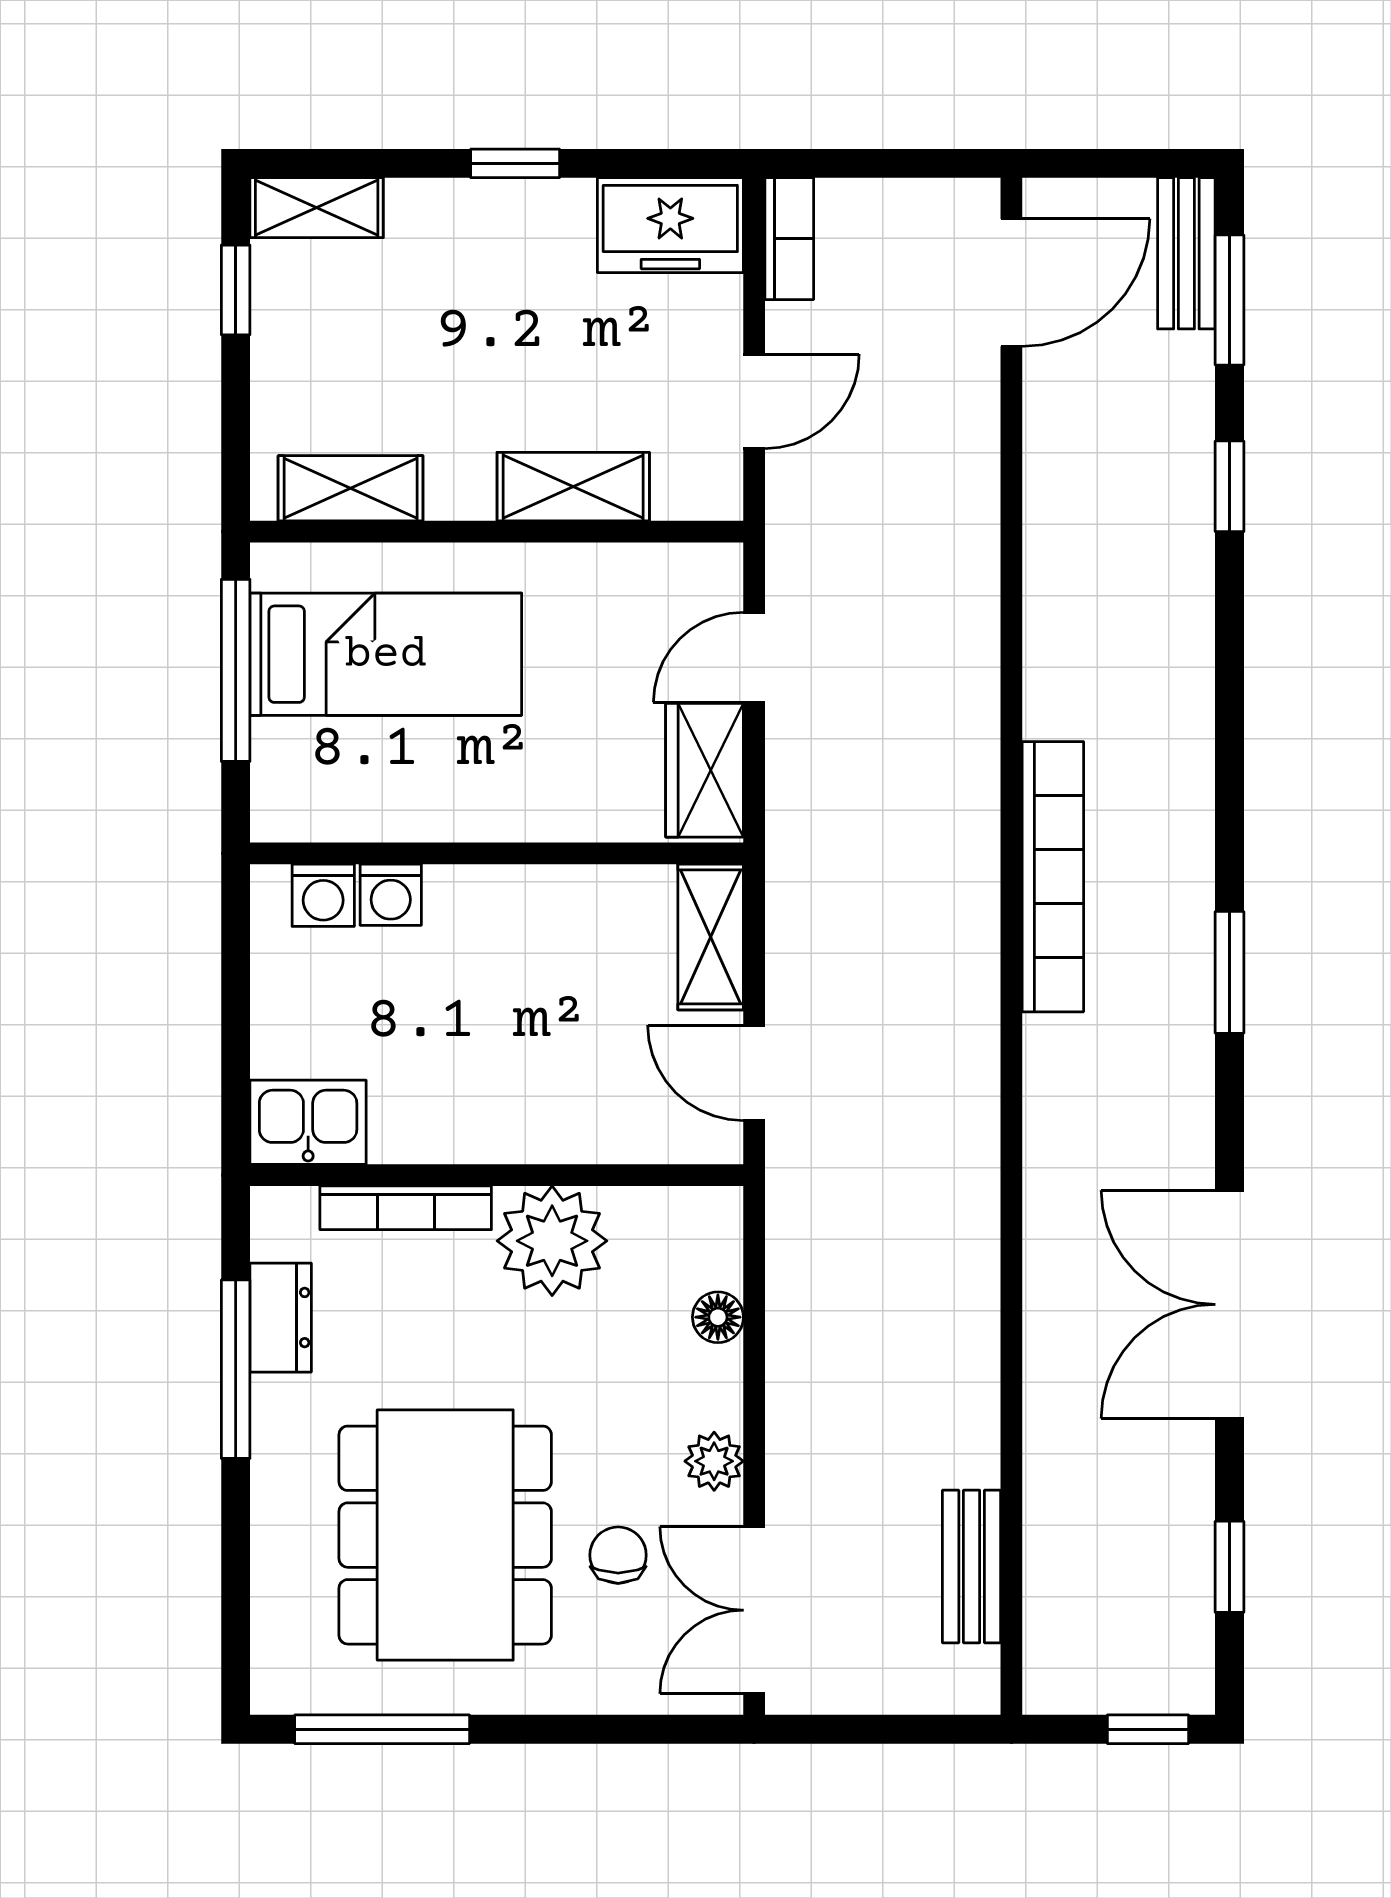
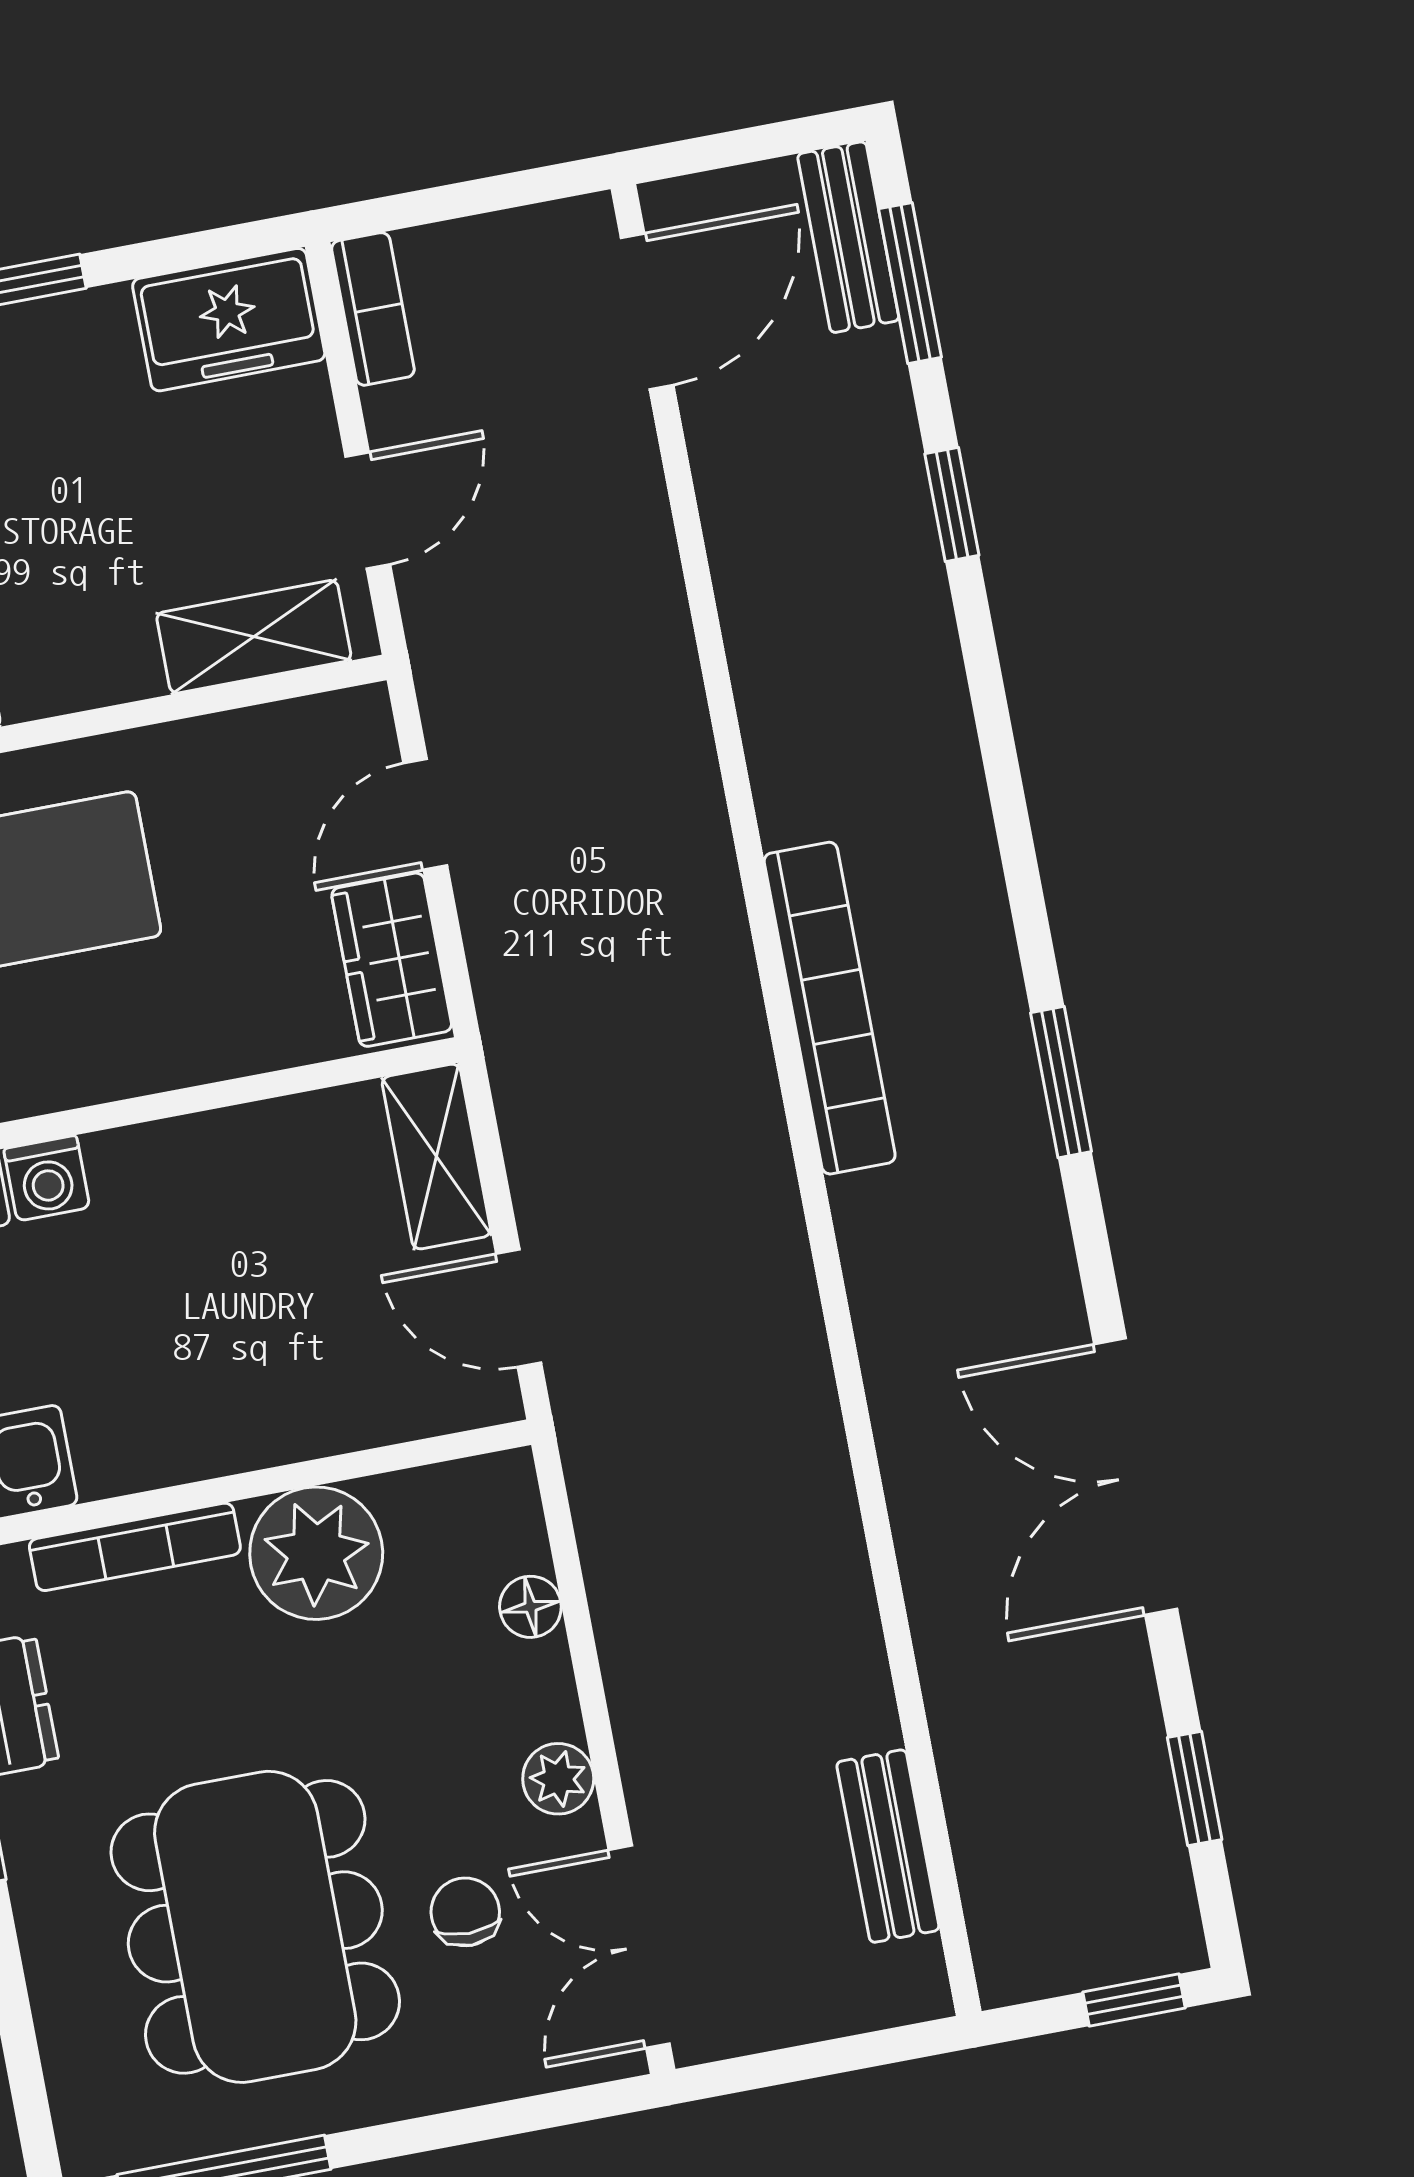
shelving: (573, 487) -> (254, 637), moved

